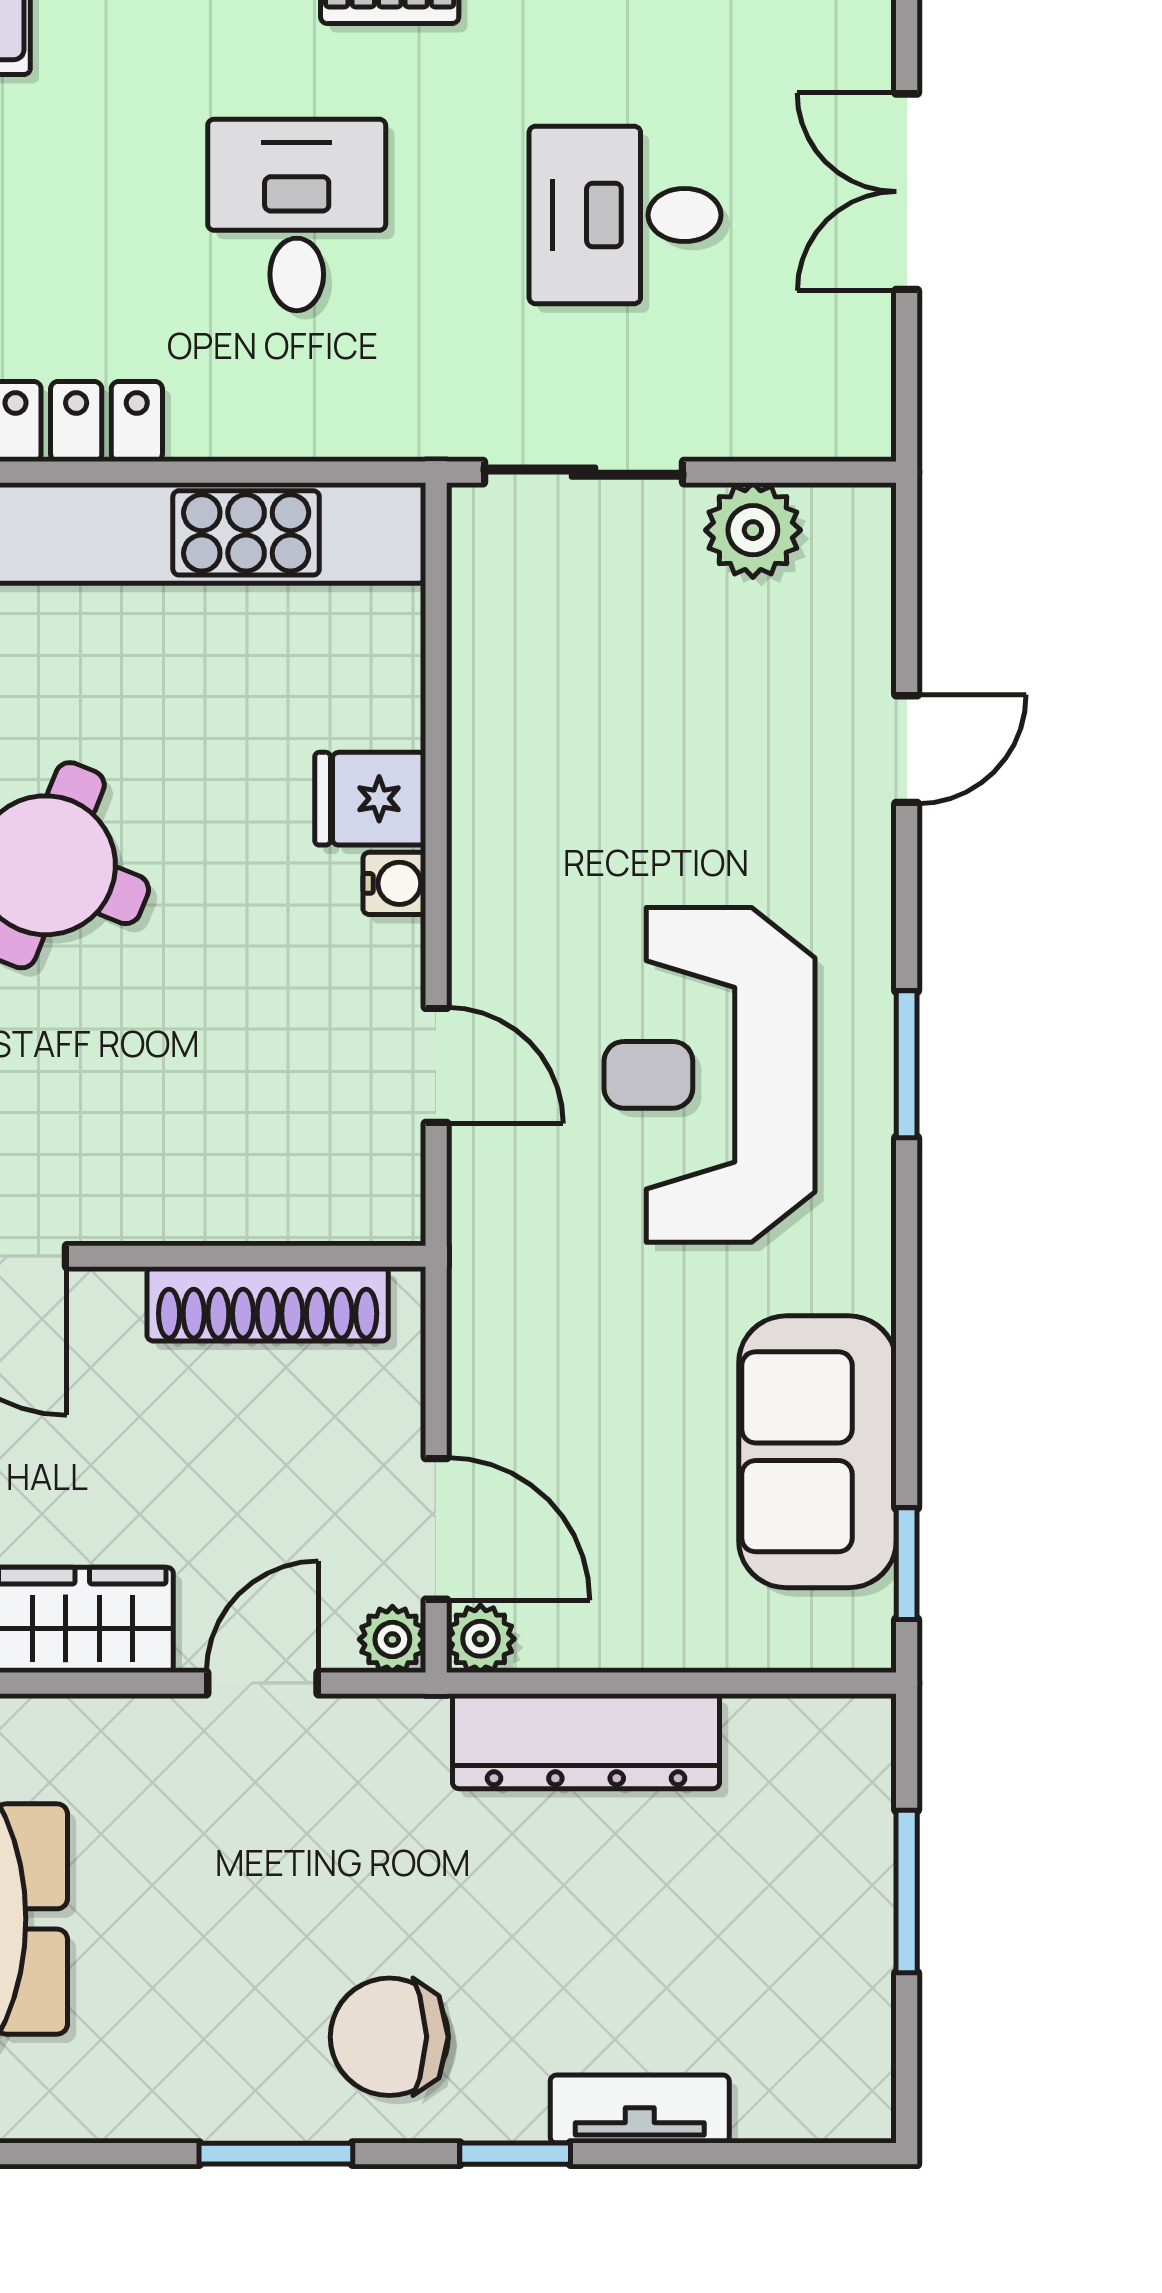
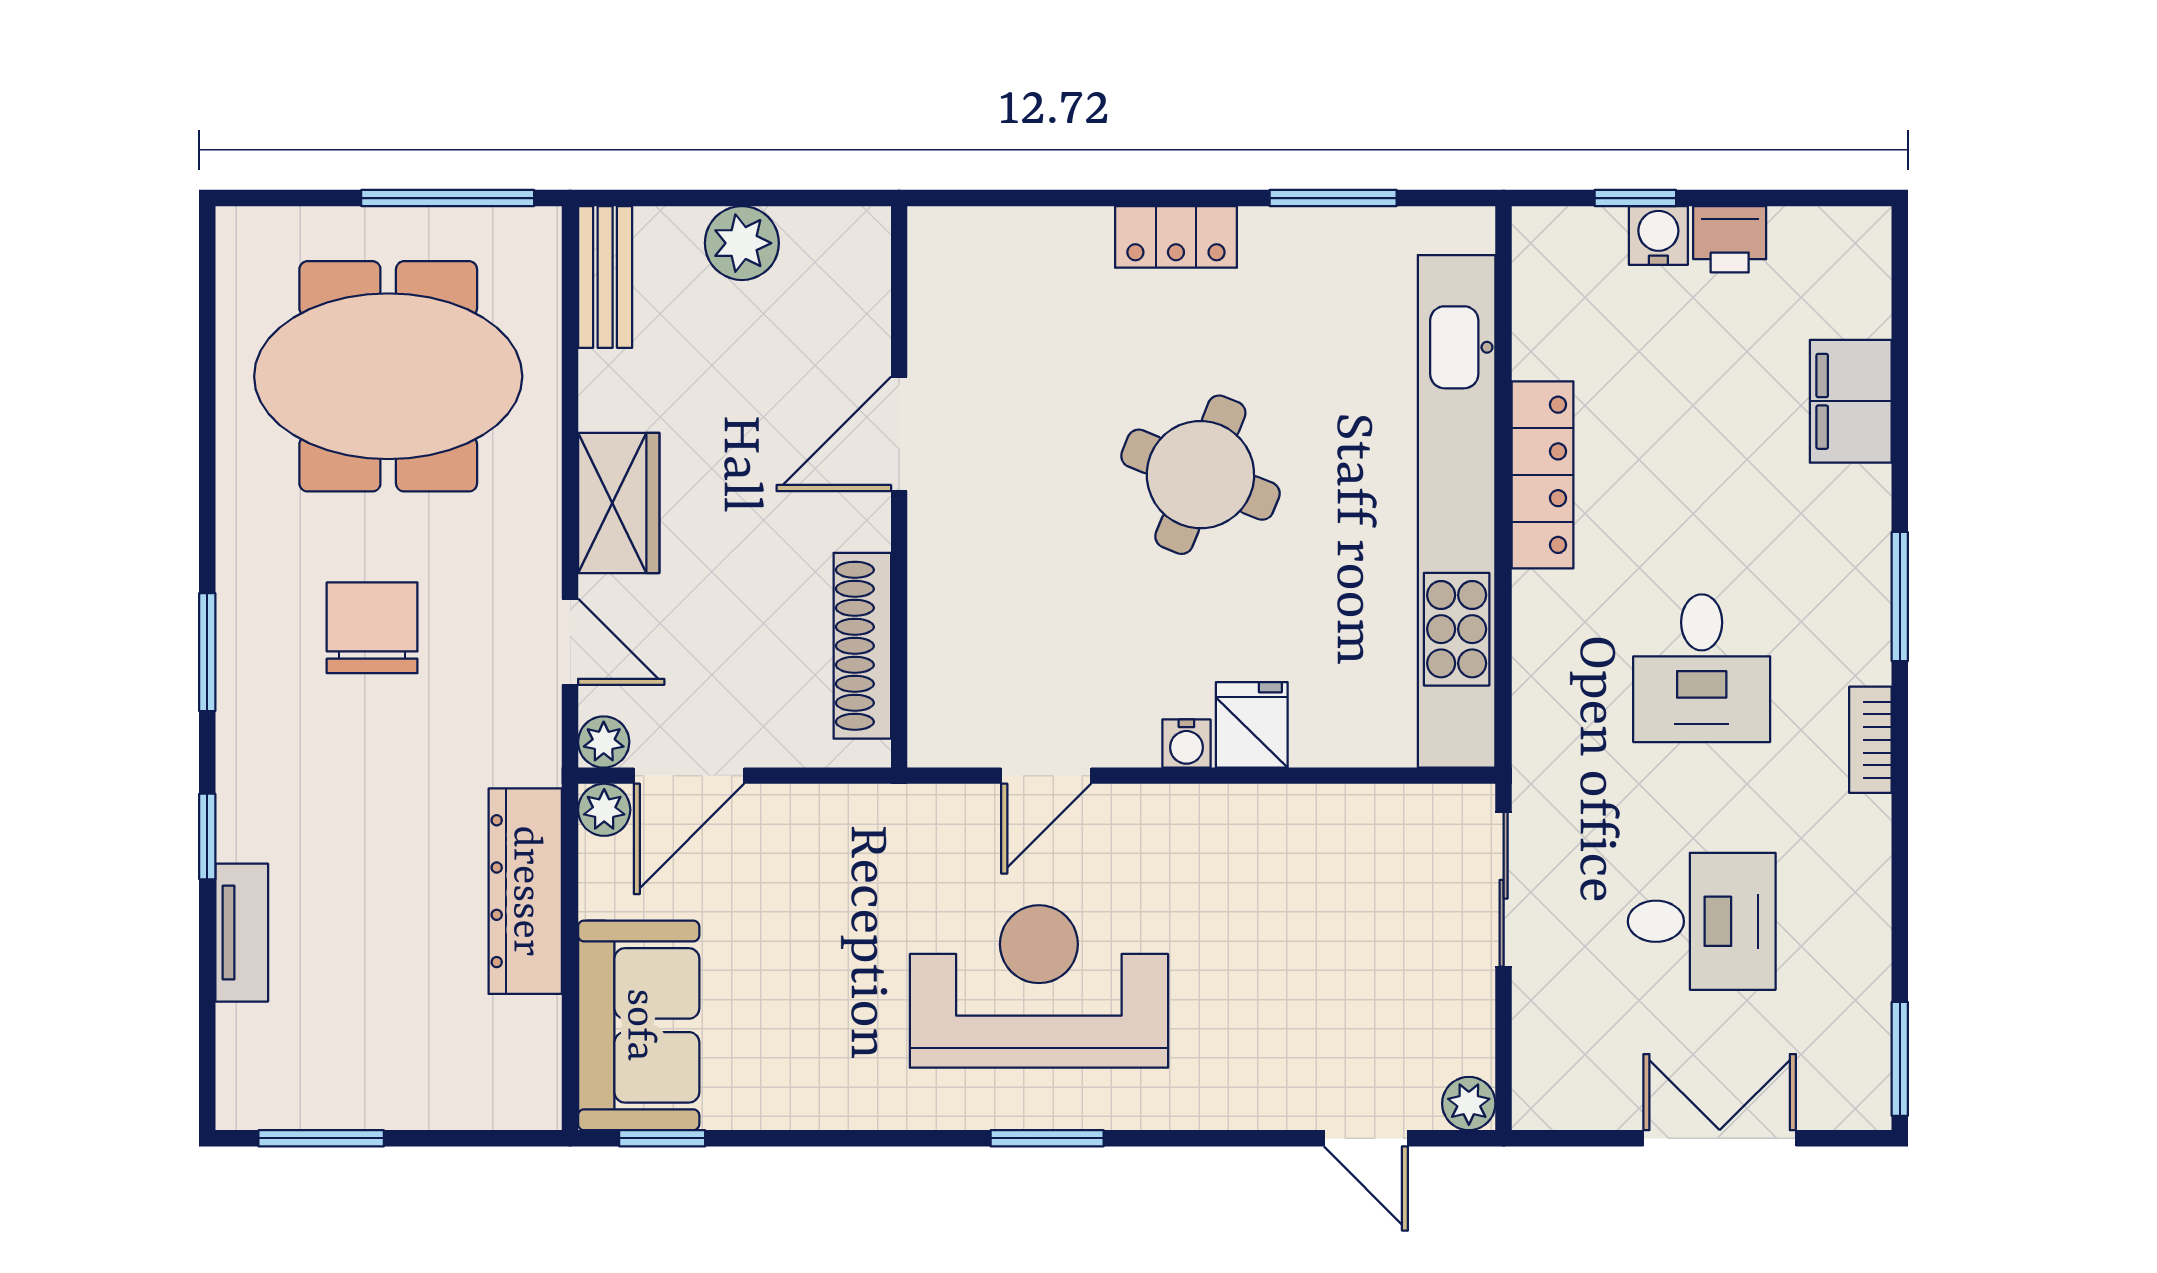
desk: (297, 215) -> (1702, 668), turned 90
desk: (625, 215) -> (1702, 921), turned 90
plant: (753, 530) -> (1469, 1104), moved, width x0.73, depth x0.73
door: (907, 749) -> (1366, 1138), moved
sofa: (817, 1452) -> (639, 1025), moved, turned 90
window: (907, 1891) -> (321, 1138), moved
chair: (389, 2037) -> (372, 628), moved

